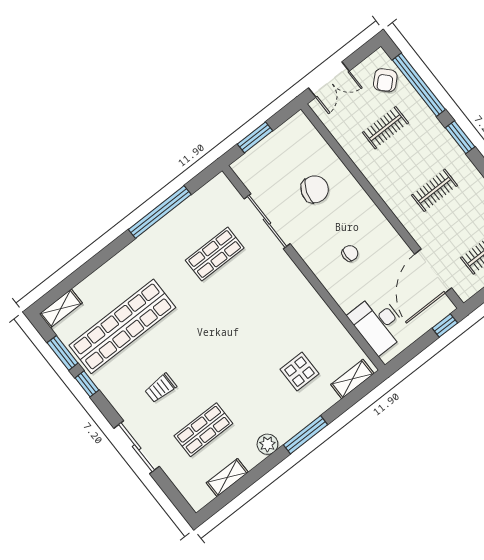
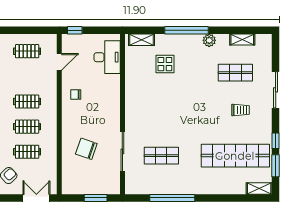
clothes rail: (410, 159) -> (27, 127), added
chair: (350, 253) -> (76, 94), moved
door: (433, 271) -> (59, 62), width x0.53
window: (306, 435) -> (187, 30), width x1.46

